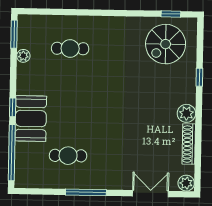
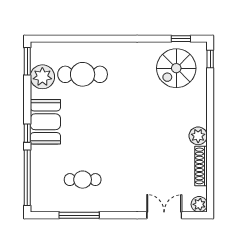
cafe table: (70, 48) -> (83, 74), width x1.37, depth x1.35
plant: (23, 56) -> (42, 77), width x1.88, depth x1.88
window: (199, 77) -> (210, 59), moved
booth: (31, 119) -> (45, 122), moved
window: (86, 192) -> (79, 215), moved

